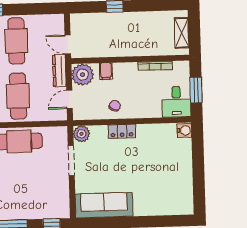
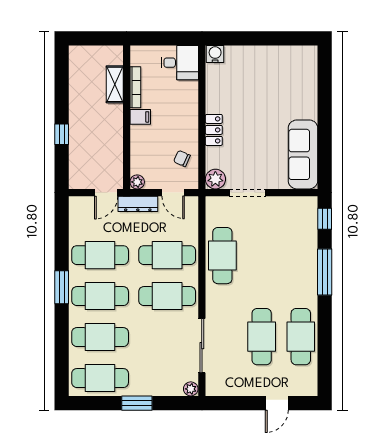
shelving: (182, 33) -> (115, 84), moved, turned 90
filing cabinet: (106, 71) -> (140, 117), moved
plant: (83, 75) -> (137, 182), width x0.53, depth x0.53
window: (196, 90) -> (166, 38), removed
chair: (115, 106) -> (182, 159), moved

